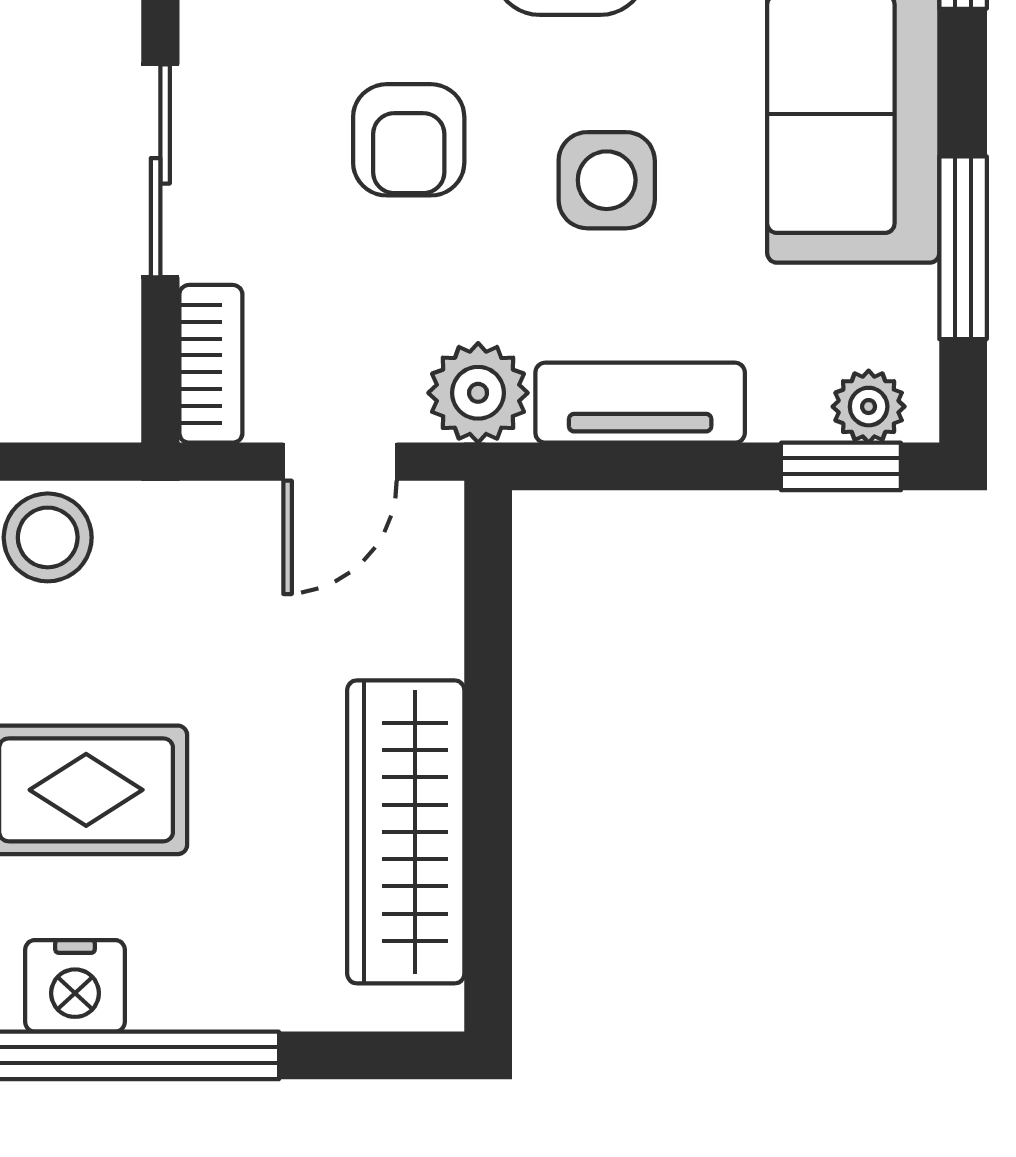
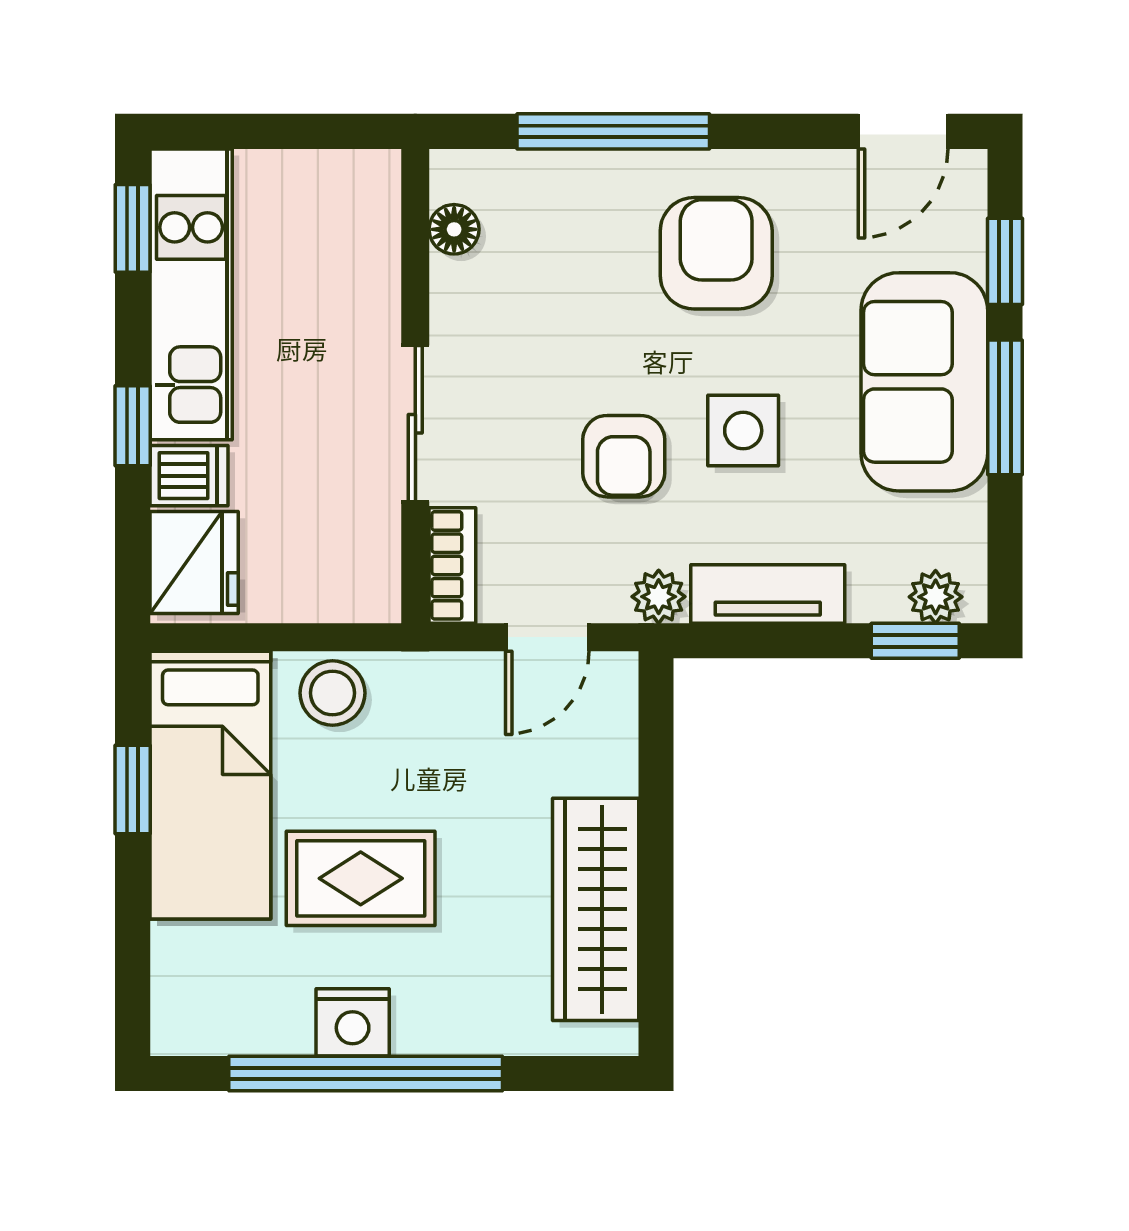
armchair: (409, 140) -> (624, 456), moved
window: (963, 248) -> (1005, 407), moved
plant: (478, 393) -> (659, 597), width x0.73, depth x0.73

